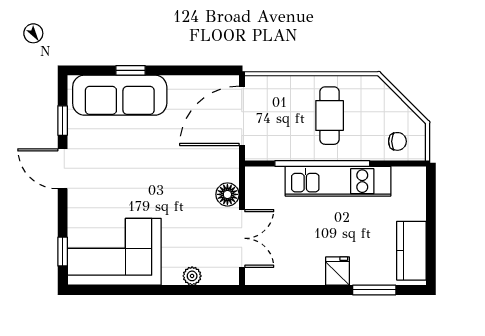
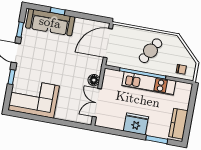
cafe table: (330, 116) -> (150, 51), turned 31
double door: (242, 238) -> (97, 103), swing flipped
window: (63, 252) -> (11, 77), moved
fridge: (338, 271) -> (136, 124), width x1.88, depth x1.34
plant: (192, 276) -> (69, 117), removed

